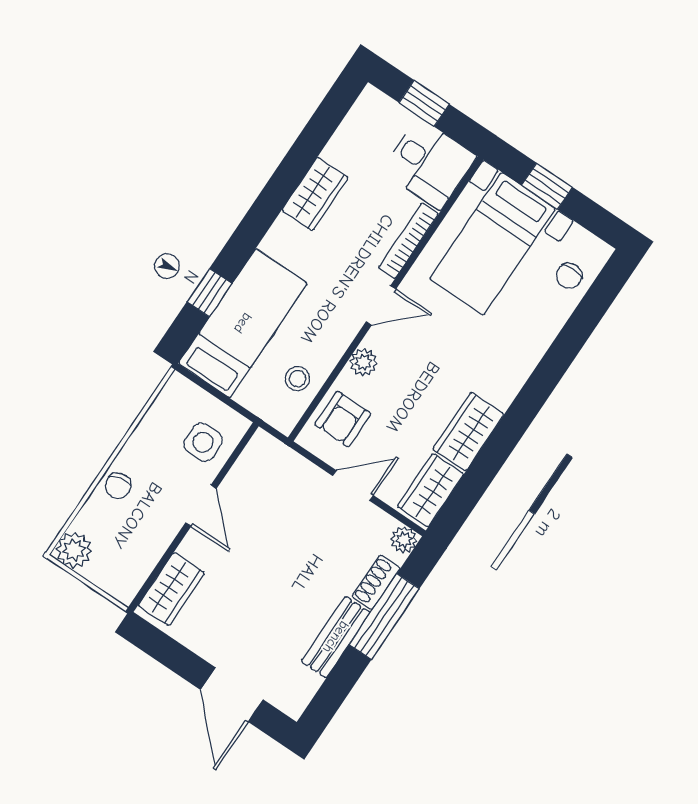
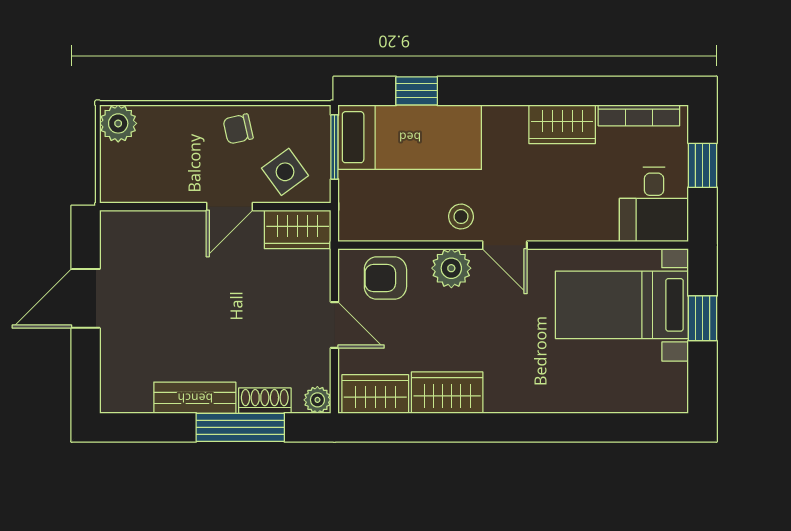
bookcase: (408, 241) -> (639, 115), moved, turned 180
chair: (569, 276) -> (639, 389), removed
plant: (363, 362) -> (451, 268), width x1.38, depth x1.38
stool: (297, 379) -> (461, 217), moved
window: (210, 389) -> (334, 147), added
side table: (203, 442) -> (285, 172), turned -36
chair: (118, 486) -> (238, 129), moved
wardrobe: (171, 589) -> (298, 229), moved
door: (232, 695) -> (86, 298), moved

